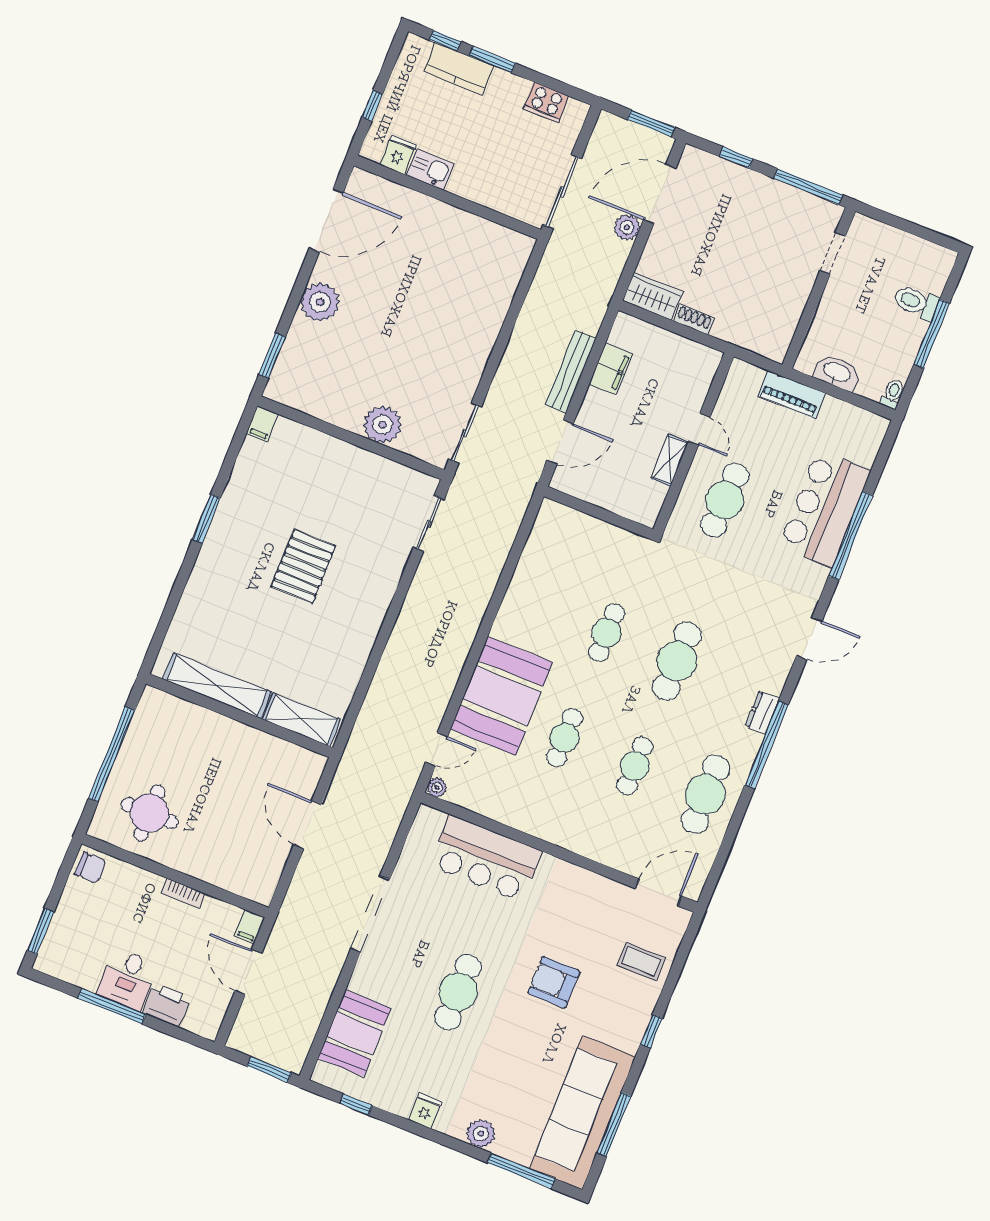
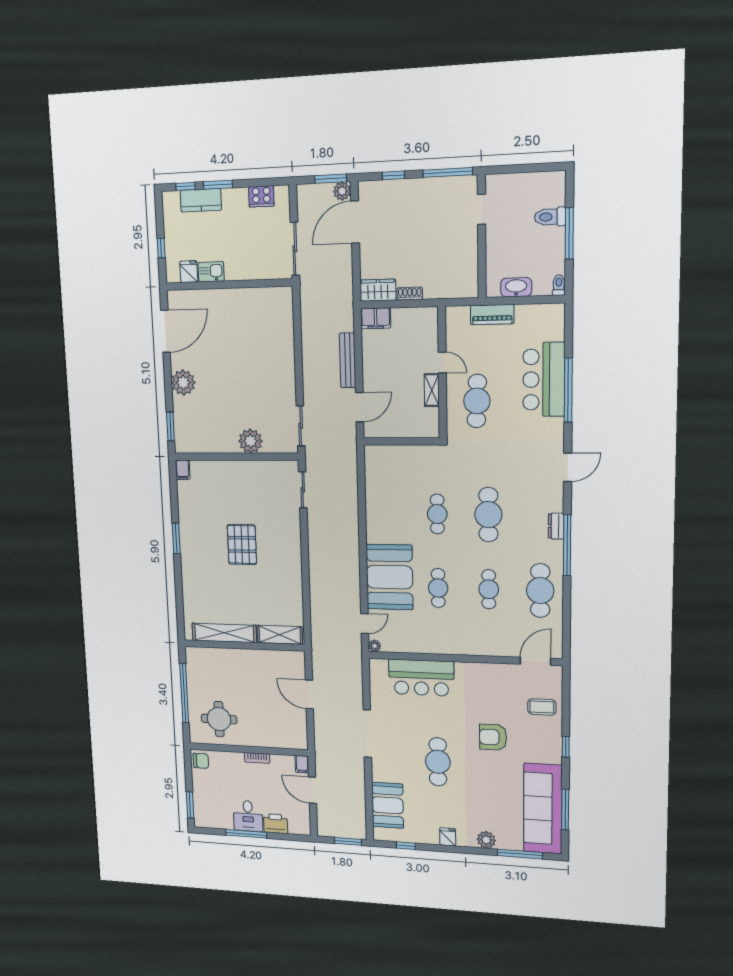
plant: (627, 227) -> (342, 191), moved
filing cabinet: (611, 369) -> (376, 318), moved, turned 90

